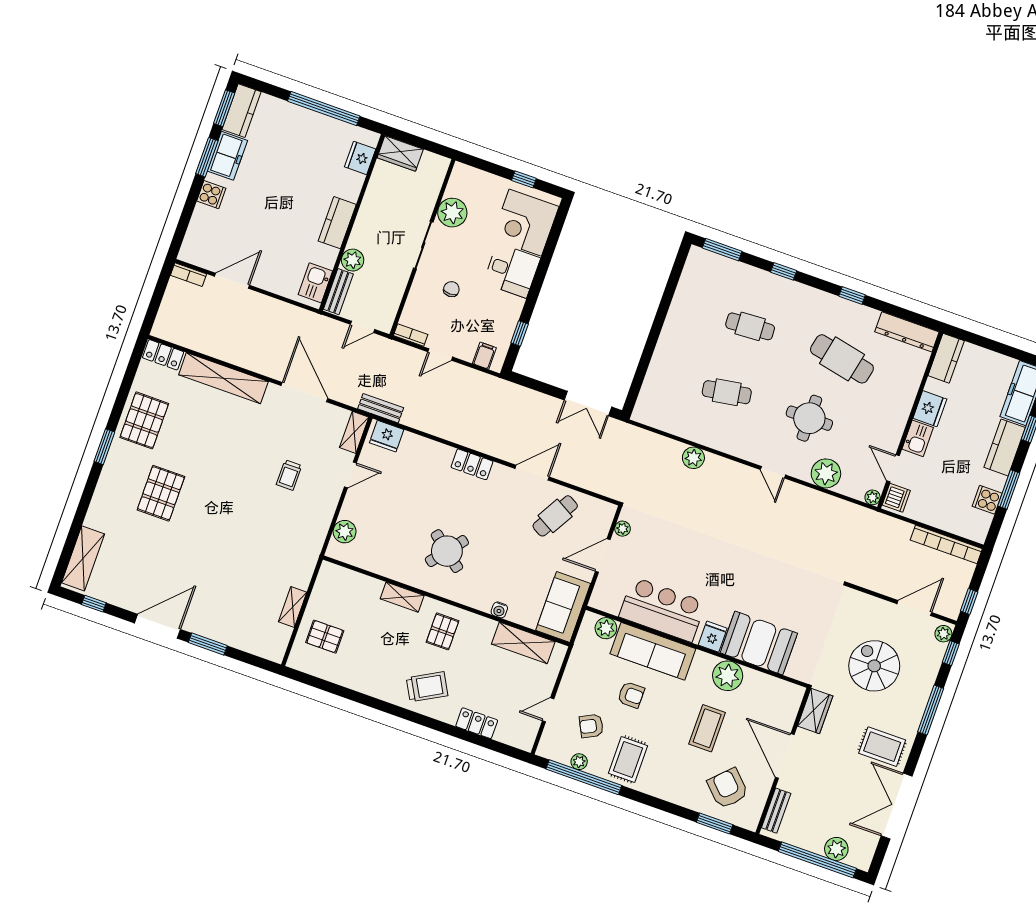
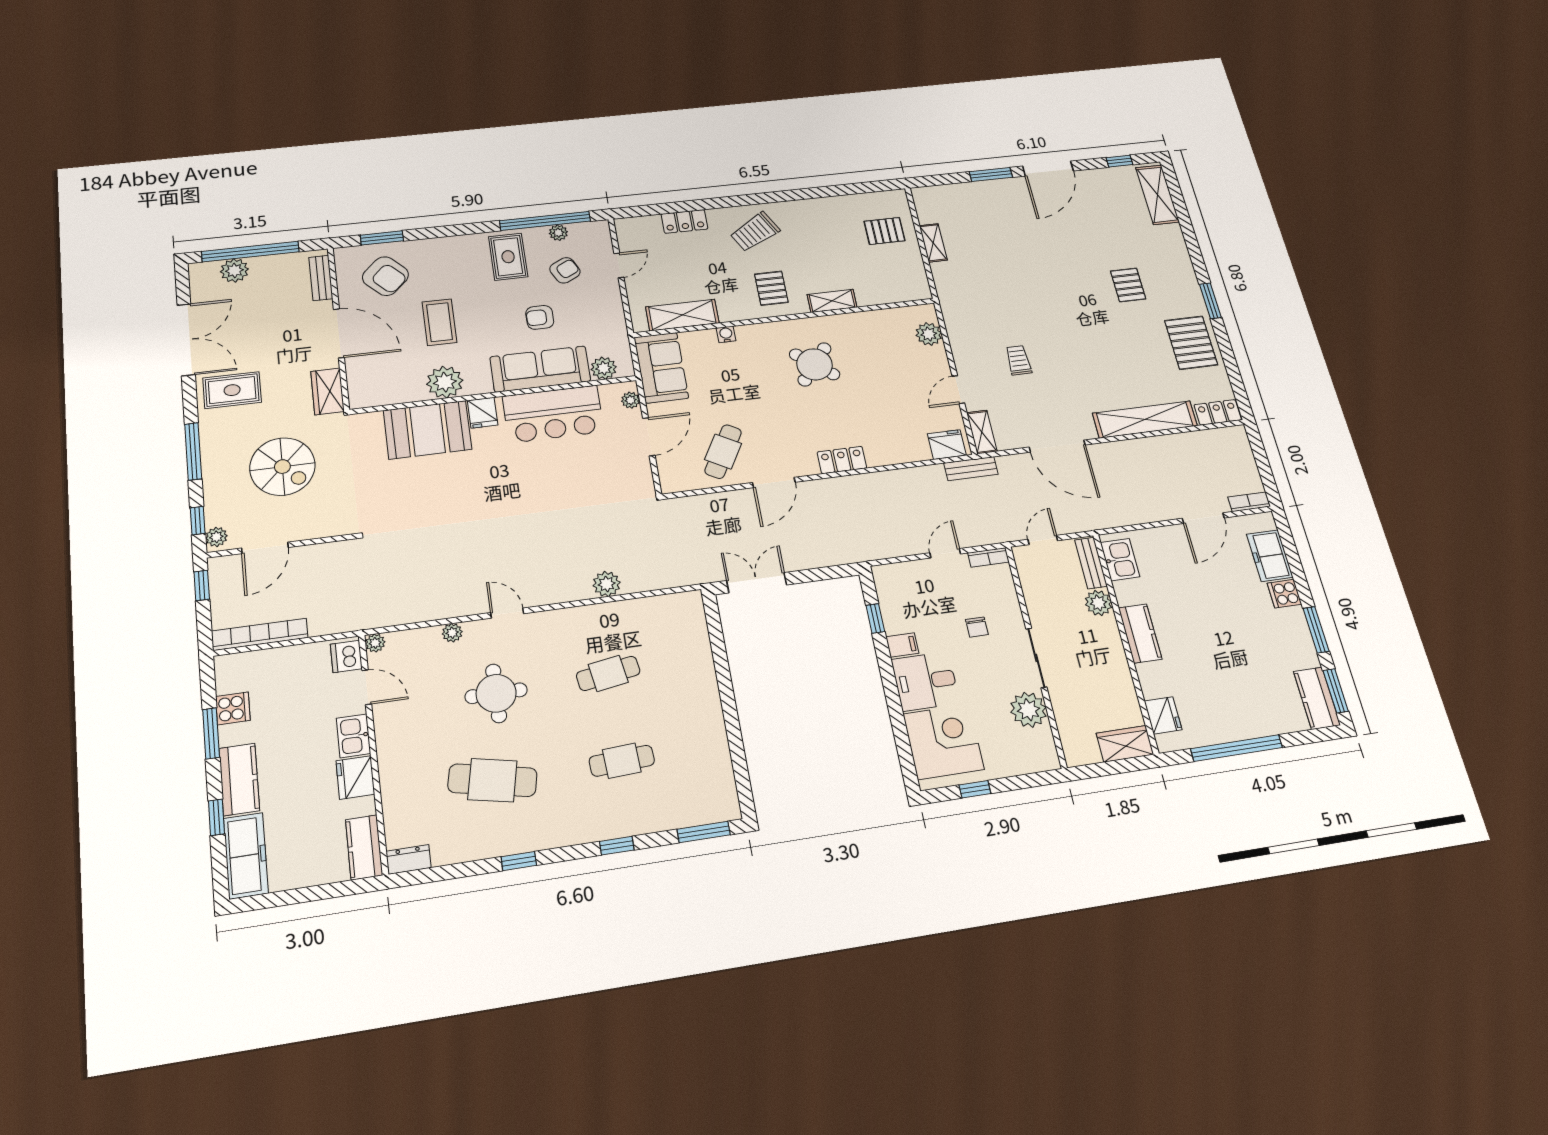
freezer: (227, 156) -> (1270, 556), moved
dresser: (907, 332) -> (409, 859), width x0.51, depth x0.80
filing cabinet: (484, 356) -> (902, 645), moved, turned -90
plant: (826, 473) -> (452, 633), width x0.53, depth x0.53
pallet: (161, 493) -> (1128, 285), width x0.67, depth x0.71
plant: (623, 529) -> (631, 400), moved

